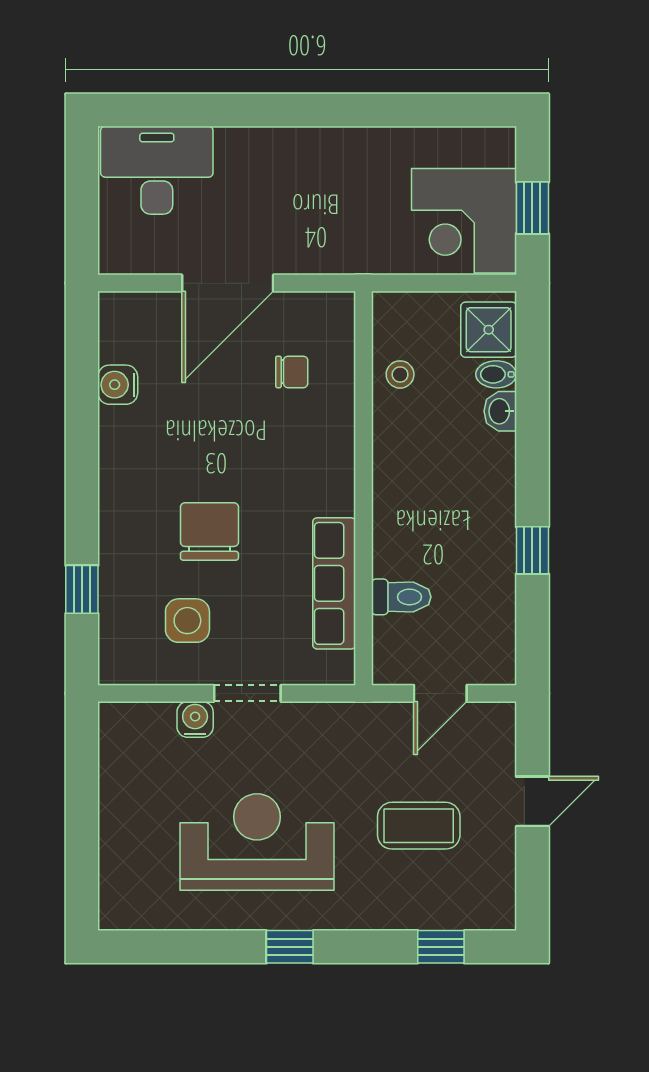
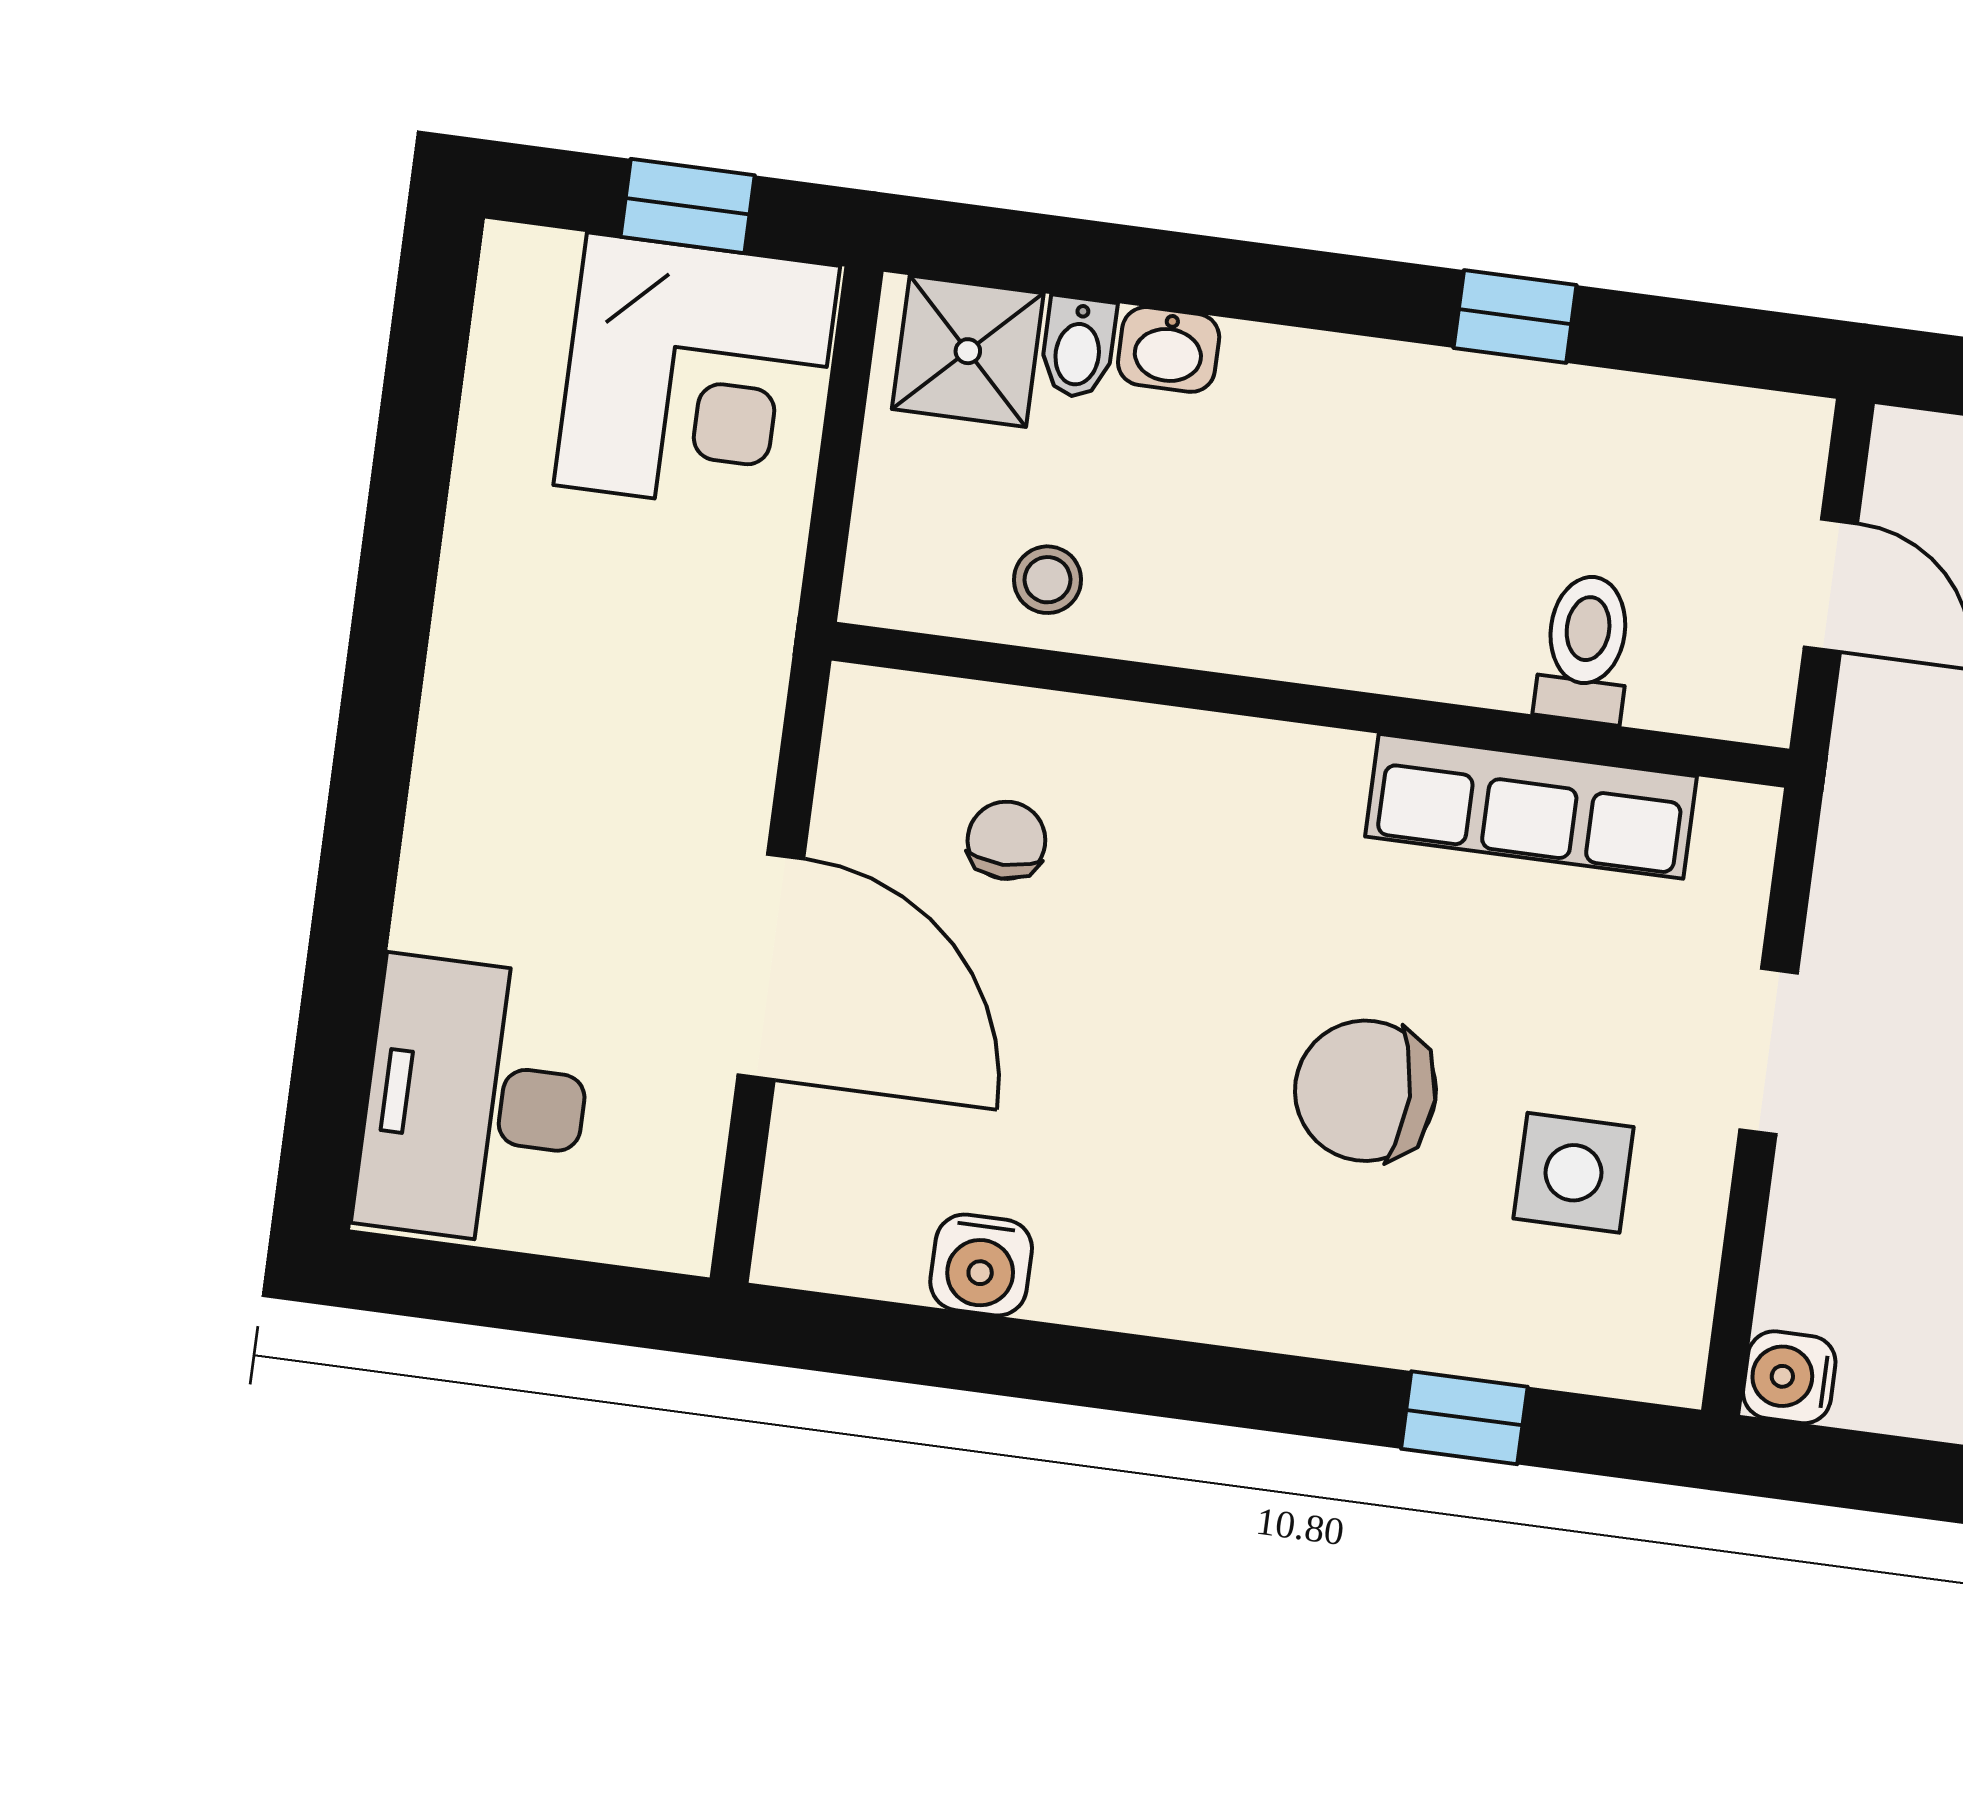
water cooler: (195, 719) -> (1789, 1377), moved

